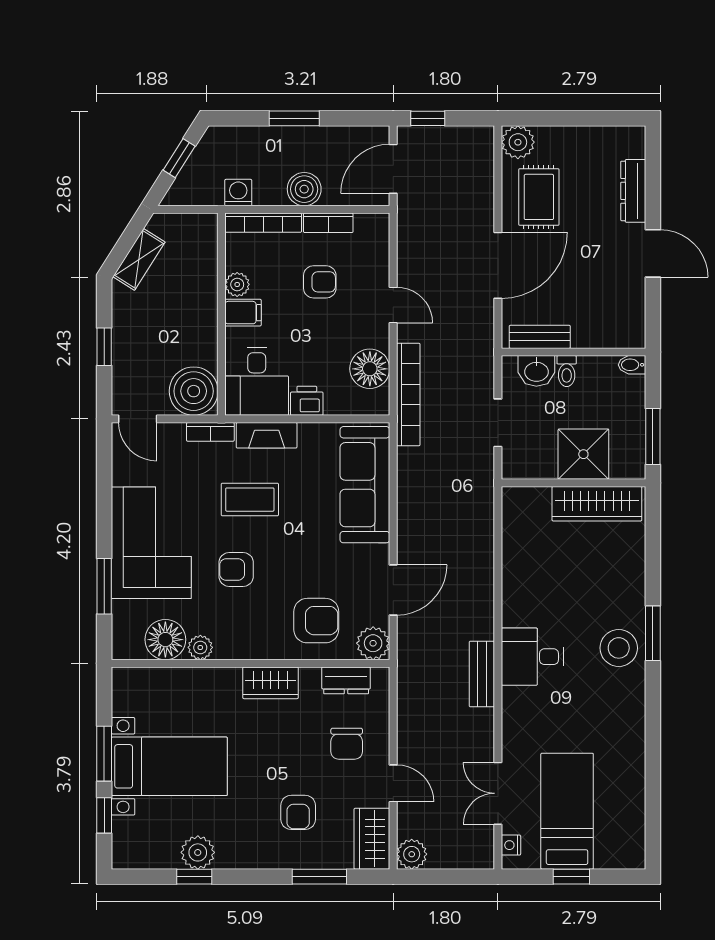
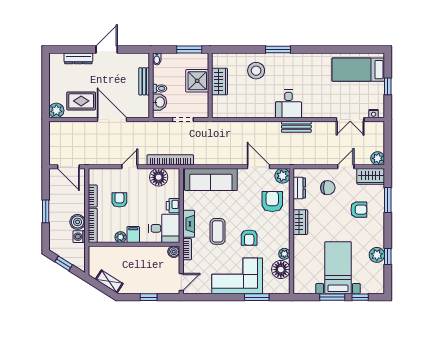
window: (428, 118) -> (46, 151), removed
boiler: (304, 189) -> (78, 222), moved
bench: (540, 337) -> (144, 81), moved
boiler: (194, 391) -> (174, 252), width x0.54, depth x0.54
wardrobe: (597, 504) -> (219, 82), width x0.67
stool: (619, 648) -> (256, 71), moved
bed: (567, 811) -> (358, 70), moved

